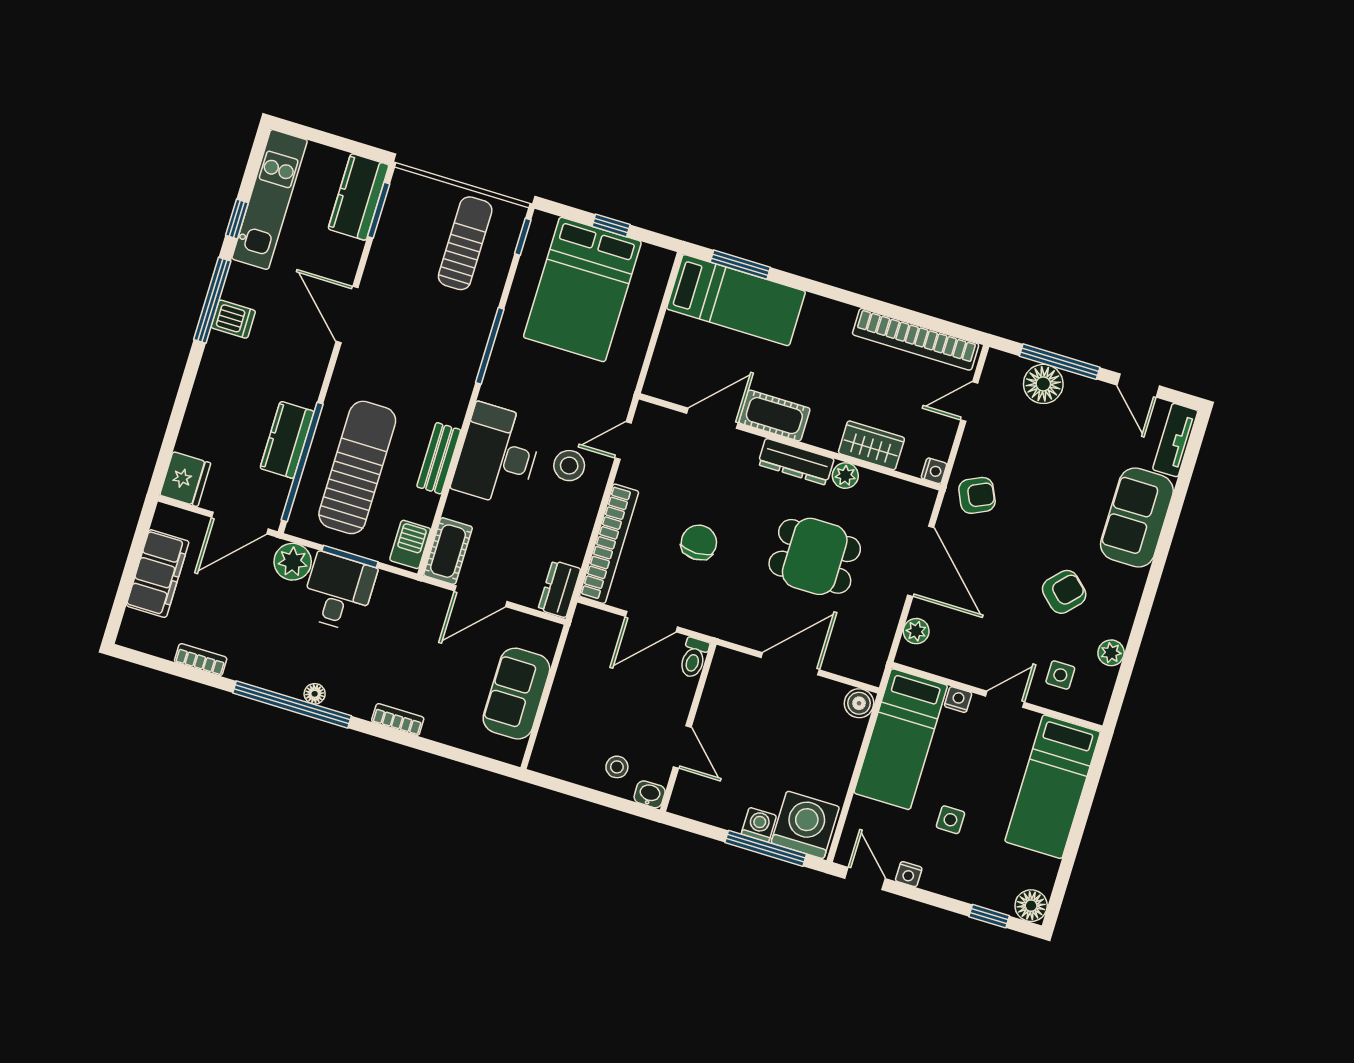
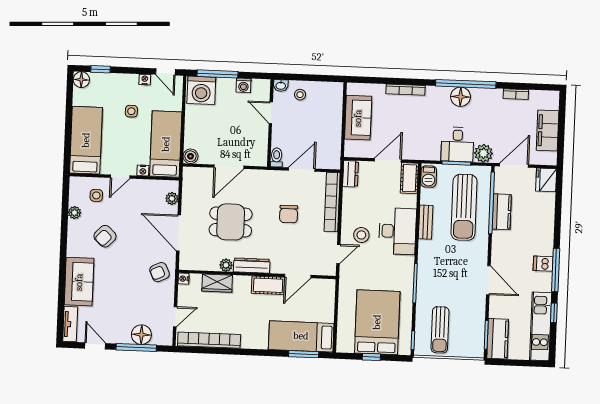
floor lamp: (315, 694) -> (461, 97), width x1.89, depth x1.89
bookcase: (398, 720) -> (406, 90), width x1.56
washing machine: (759, 825) -> (243, 85), moved

